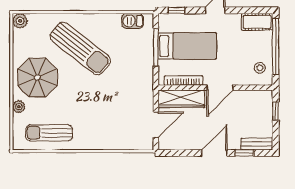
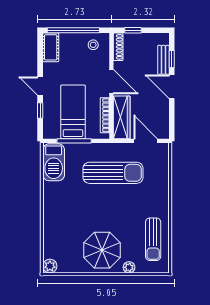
window: (176, 10) -> (40, 111), moved
barbecue: (133, 21) -> (54, 162), width x1.88, depth x1.53
sun lounger: (80, 49) -> (113, 173), moved, turned 52
shoe rack: (258, 95) -> (118, 47), added
bench: (257, 144) -> (163, 60), moved

